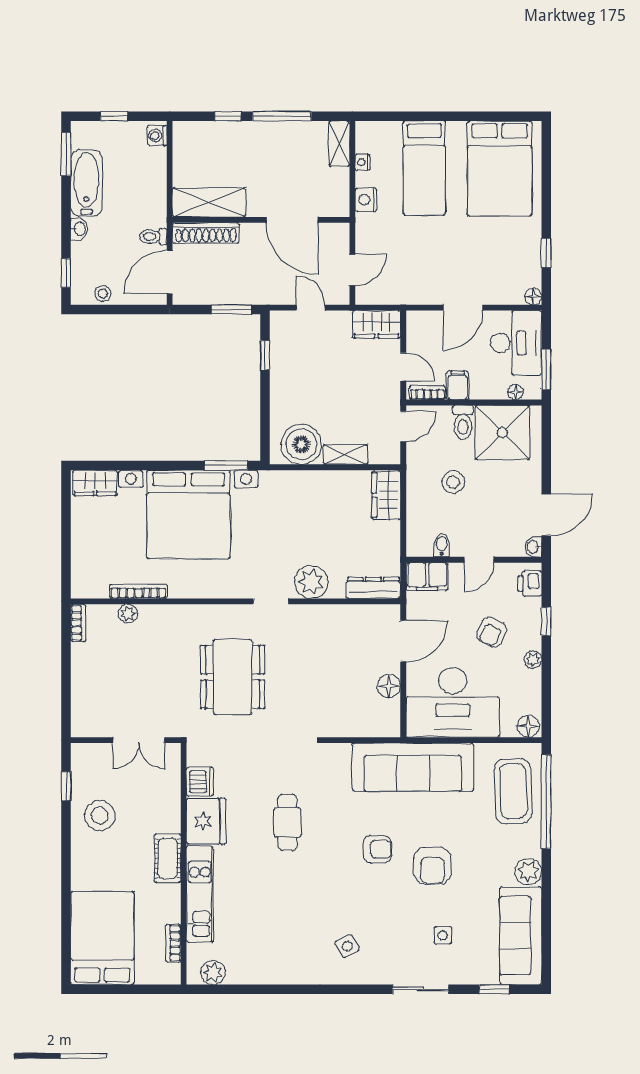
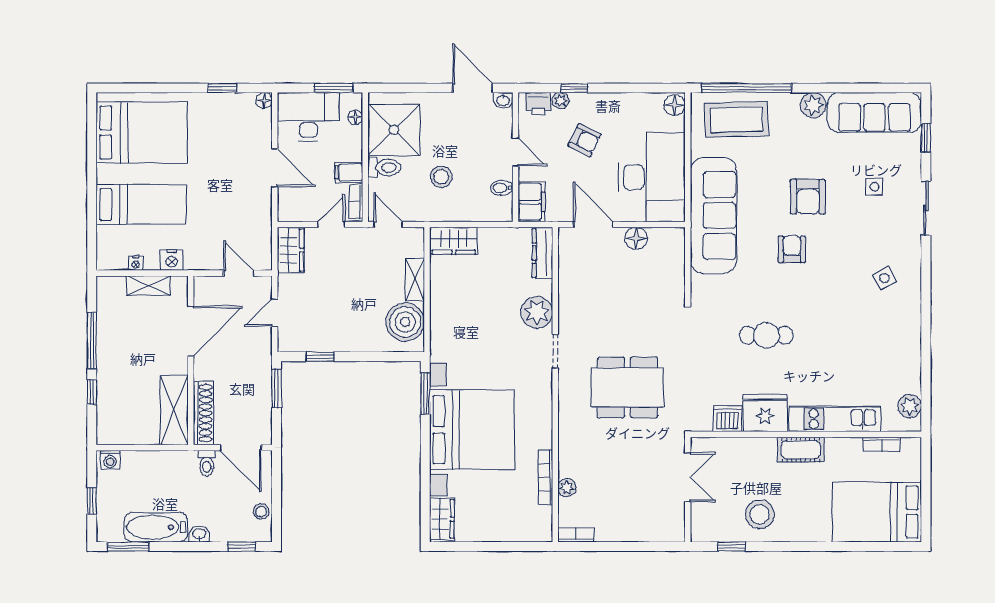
shelving: (339, 144) -> (148, 286), moved
plant: (533, 660) -> (561, 101), moved
armchair: (432, 866) -> (808, 197), turned 90

